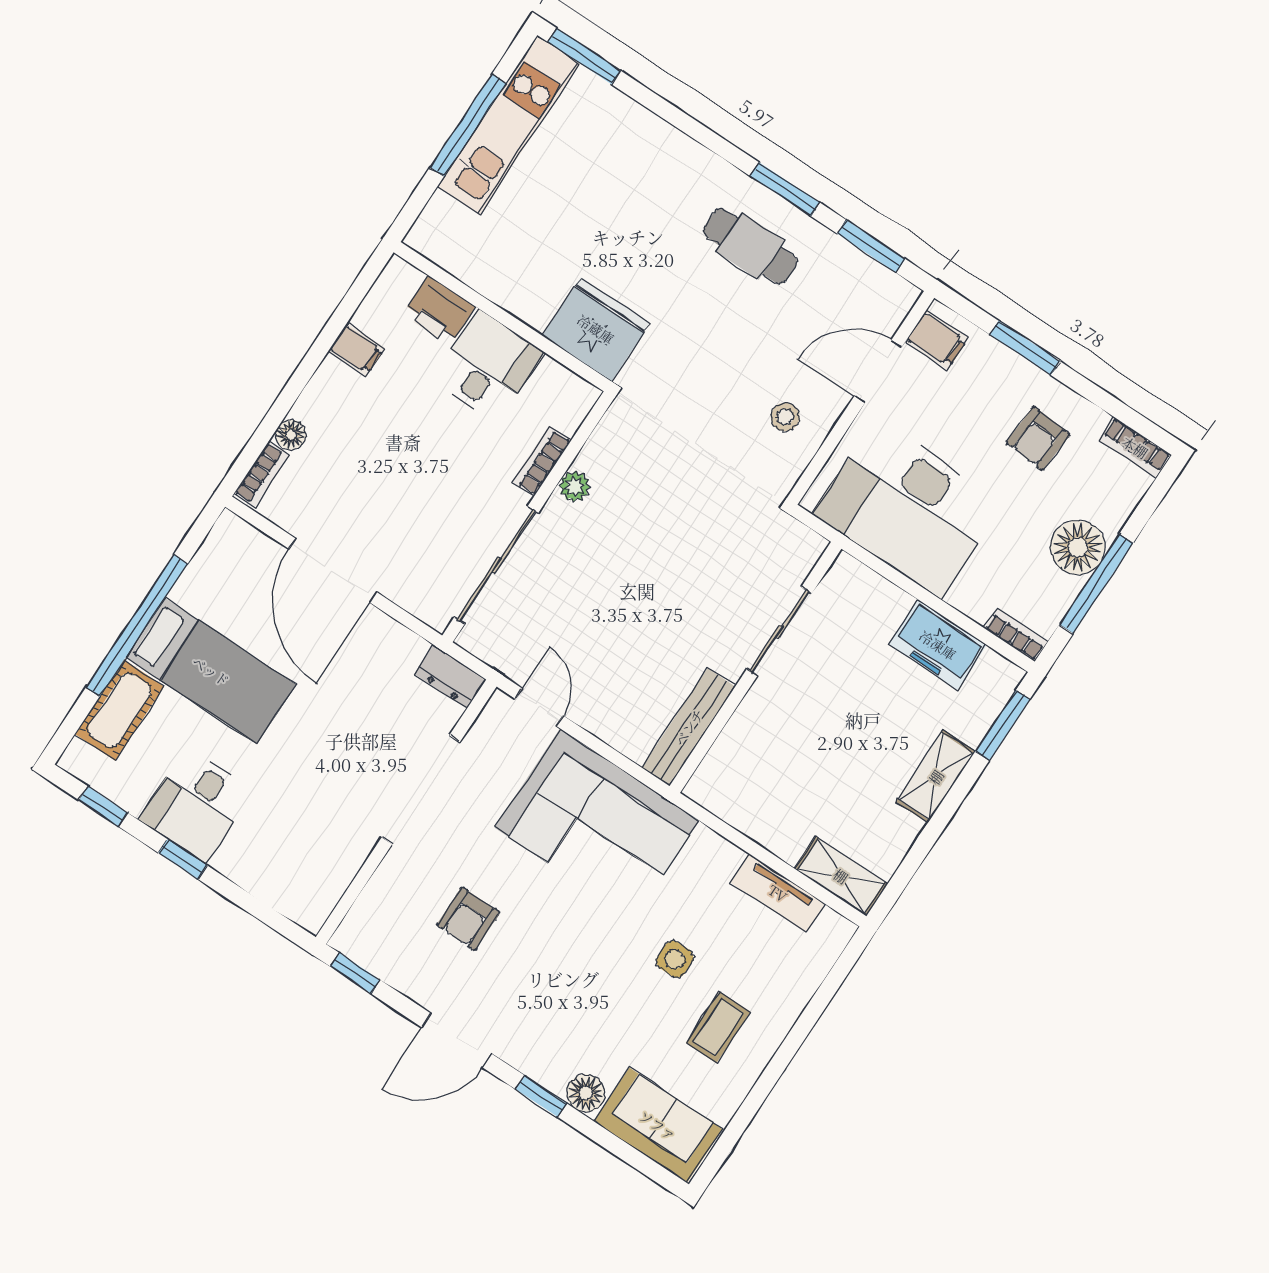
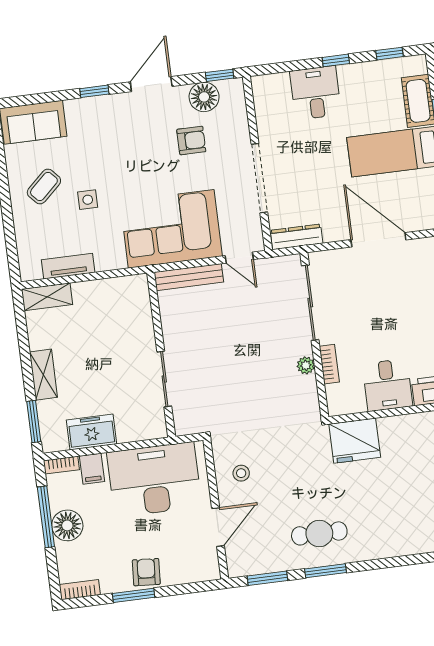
filing cabinet: (937, 340) -> (92, 469), moved, turned -90
window: (1025, 348) -> (134, 595), moved
armchair: (1038, 438) -> (146, 572), moved
dresser: (450, 676) -> (297, 237), width x1.44
bench: (689, 727) -> (189, 277), moved, turned 90
desk: (196, 805) -> (315, 93), moved
armchair: (468, 919) -> (191, 141), turned 90
coffee table: (718, 1027) -> (44, 186), turned 47
floor lamp: (586, 1093) -> (204, 97), moved, width x1.38, depth x1.38

